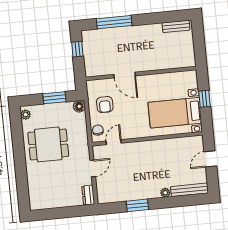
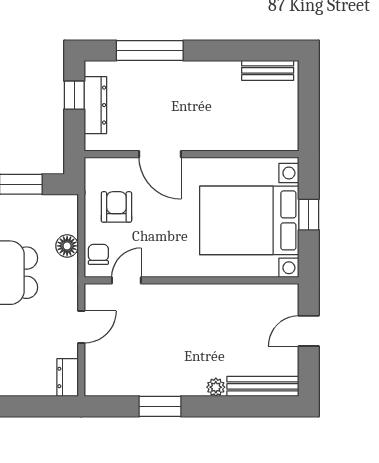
dresser: (89, 53) -> (95, 105), added
armchair: (105, 105) -> (116, 207), turned 180
floor lamp: (79, 106) -> (67, 246), moved
bed with nightstands: (175, 113) -> (249, 220), width x1.36

